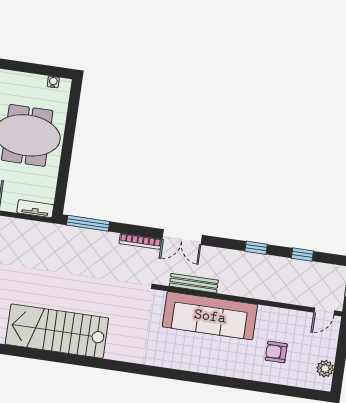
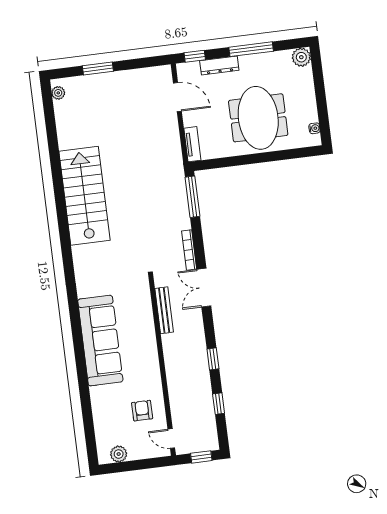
sofa: (210, 316) -> (100, 341), moved, turned 180
armchair: (276, 352) -> (142, 411), moved

